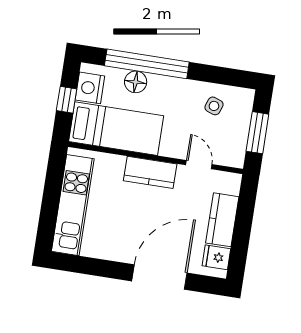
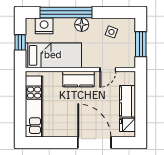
floor lamp: (136, 82) -> (82, 25), moved
nightstand: (90, 88) -> (44, 26), moved, turned 90
door: (199, 165) -> (108, 70), swing flipped
door: (159, 277) -> (94, 143), hinge flipped

